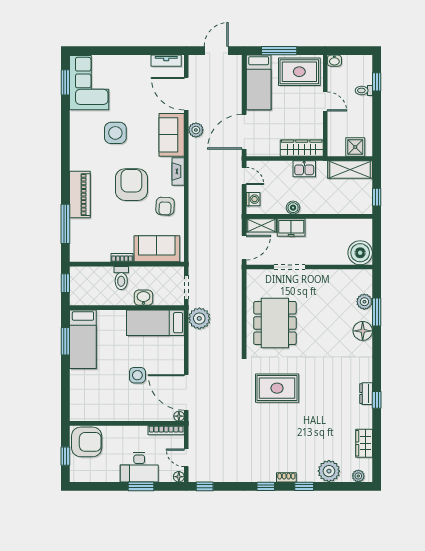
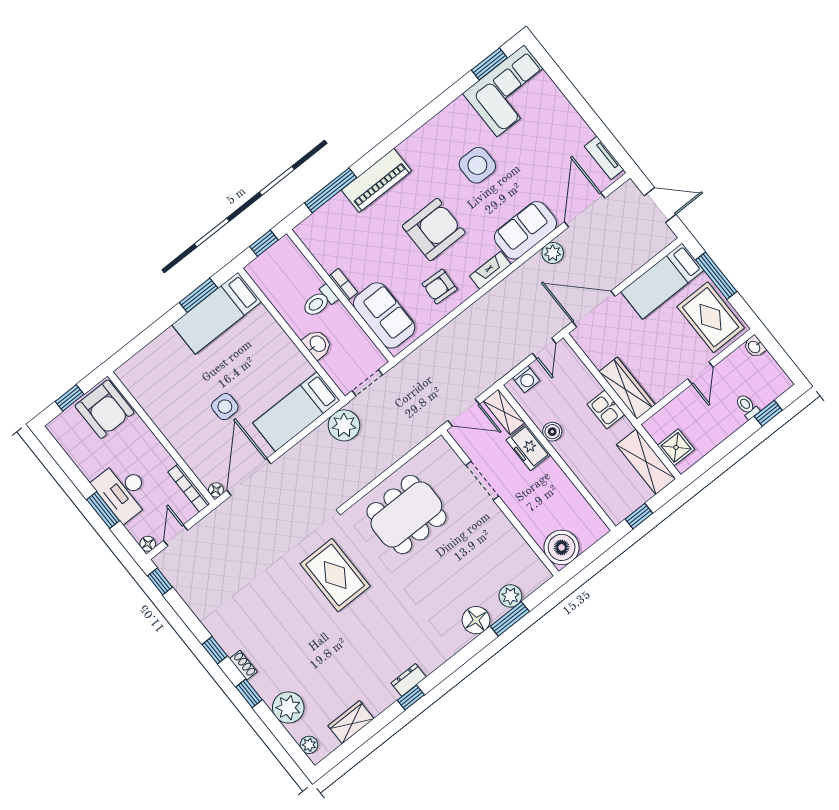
bed: (155, 323) -> (296, 412), moved, turned -90

